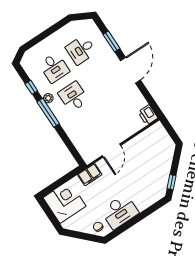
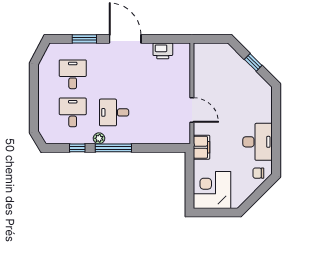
desk: (81, 50) -> (73, 74), turned 180
desk: (54, 68) -> (73, 112), turned -90
printer: (148, 115) -> (163, 51), moved
window: (171, 182) -> (253, 62), moved

